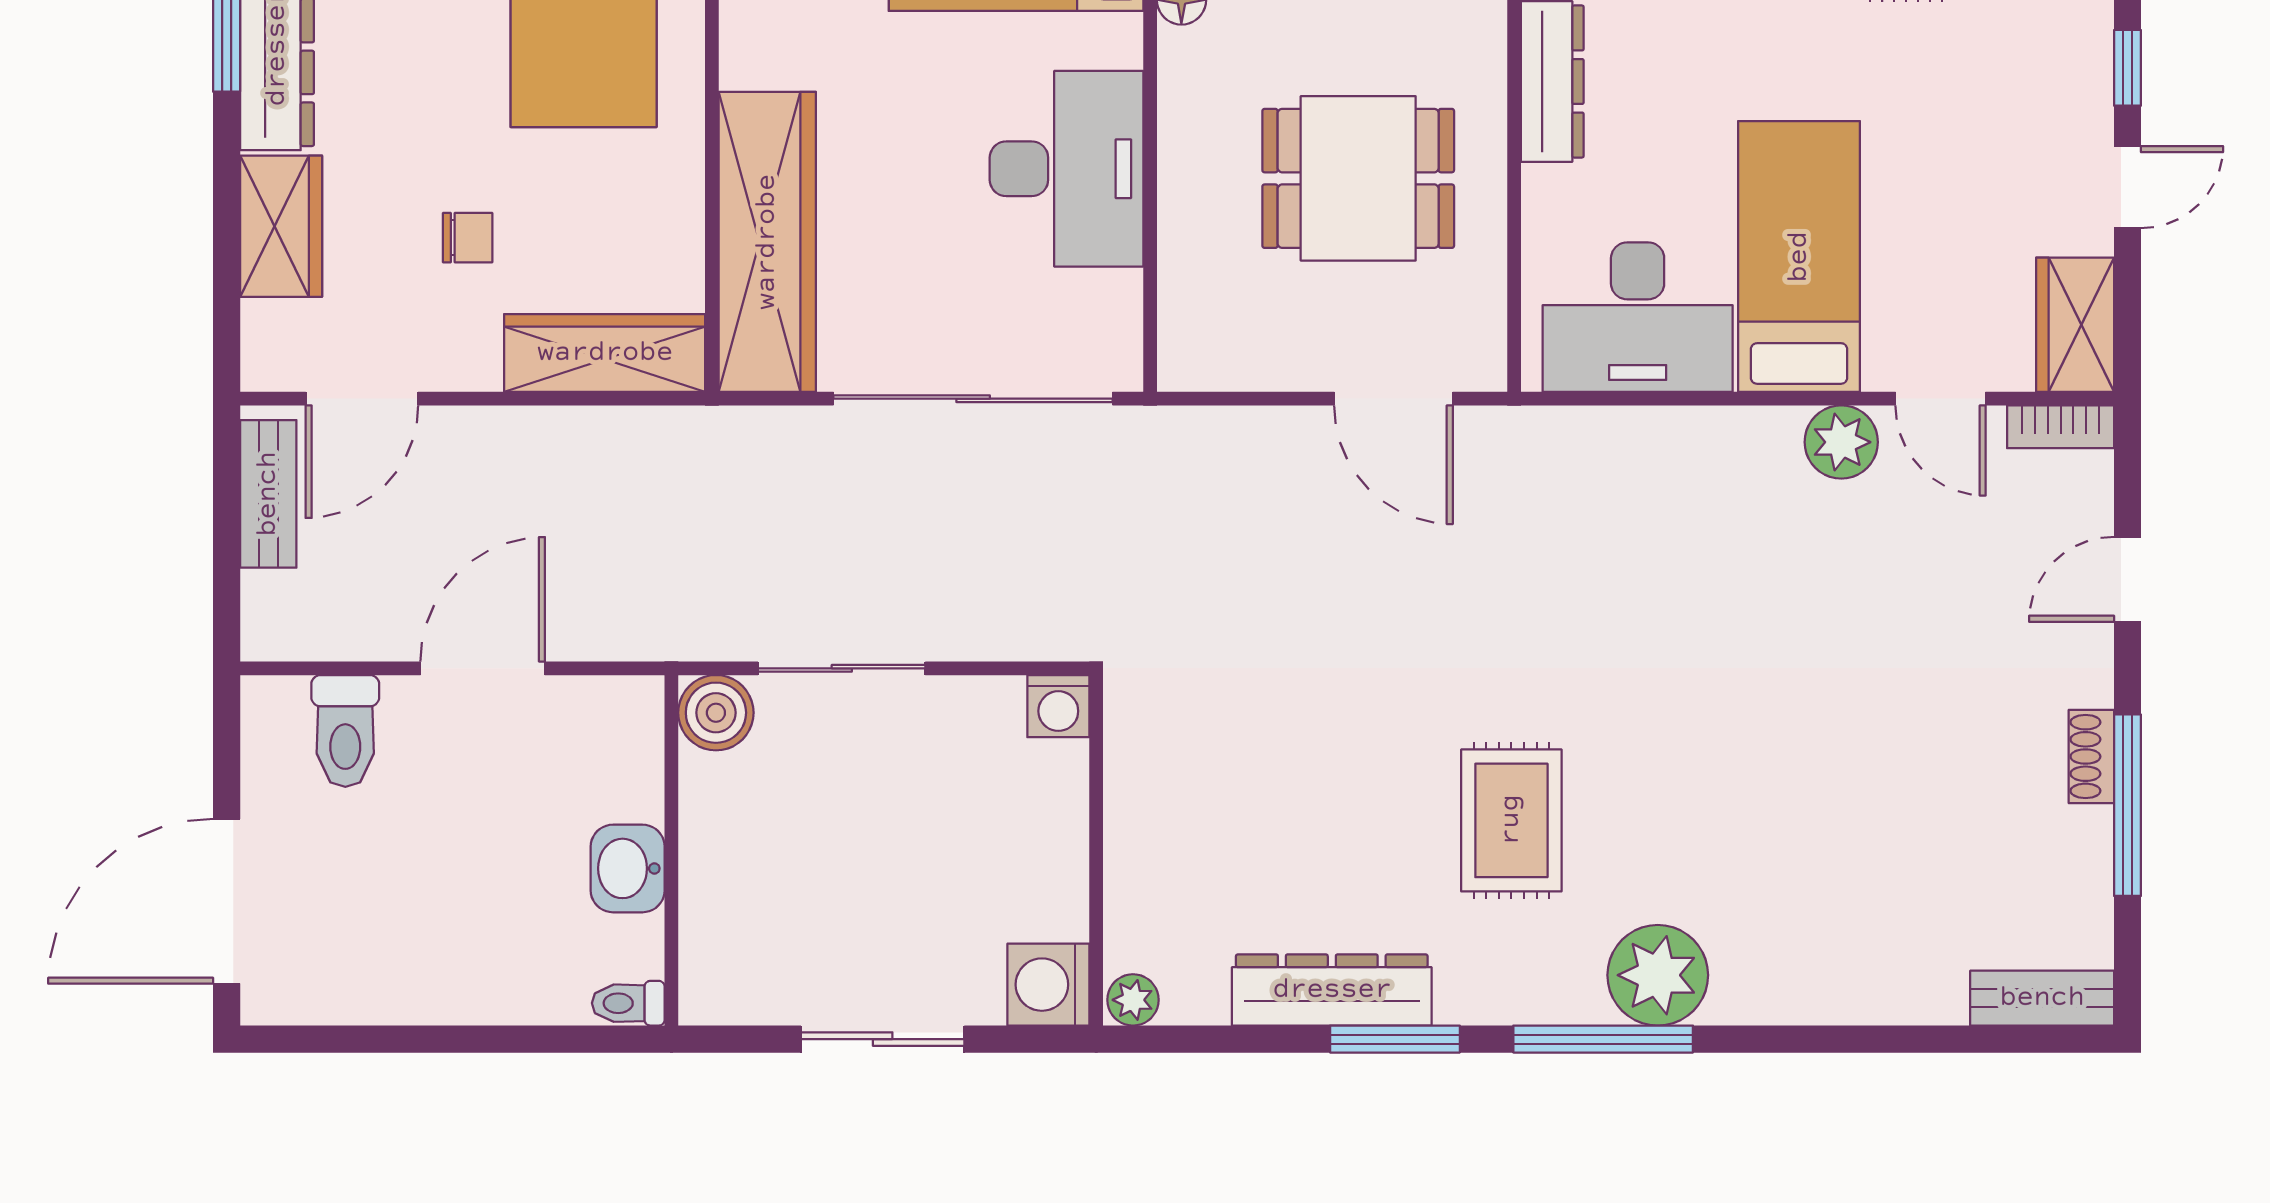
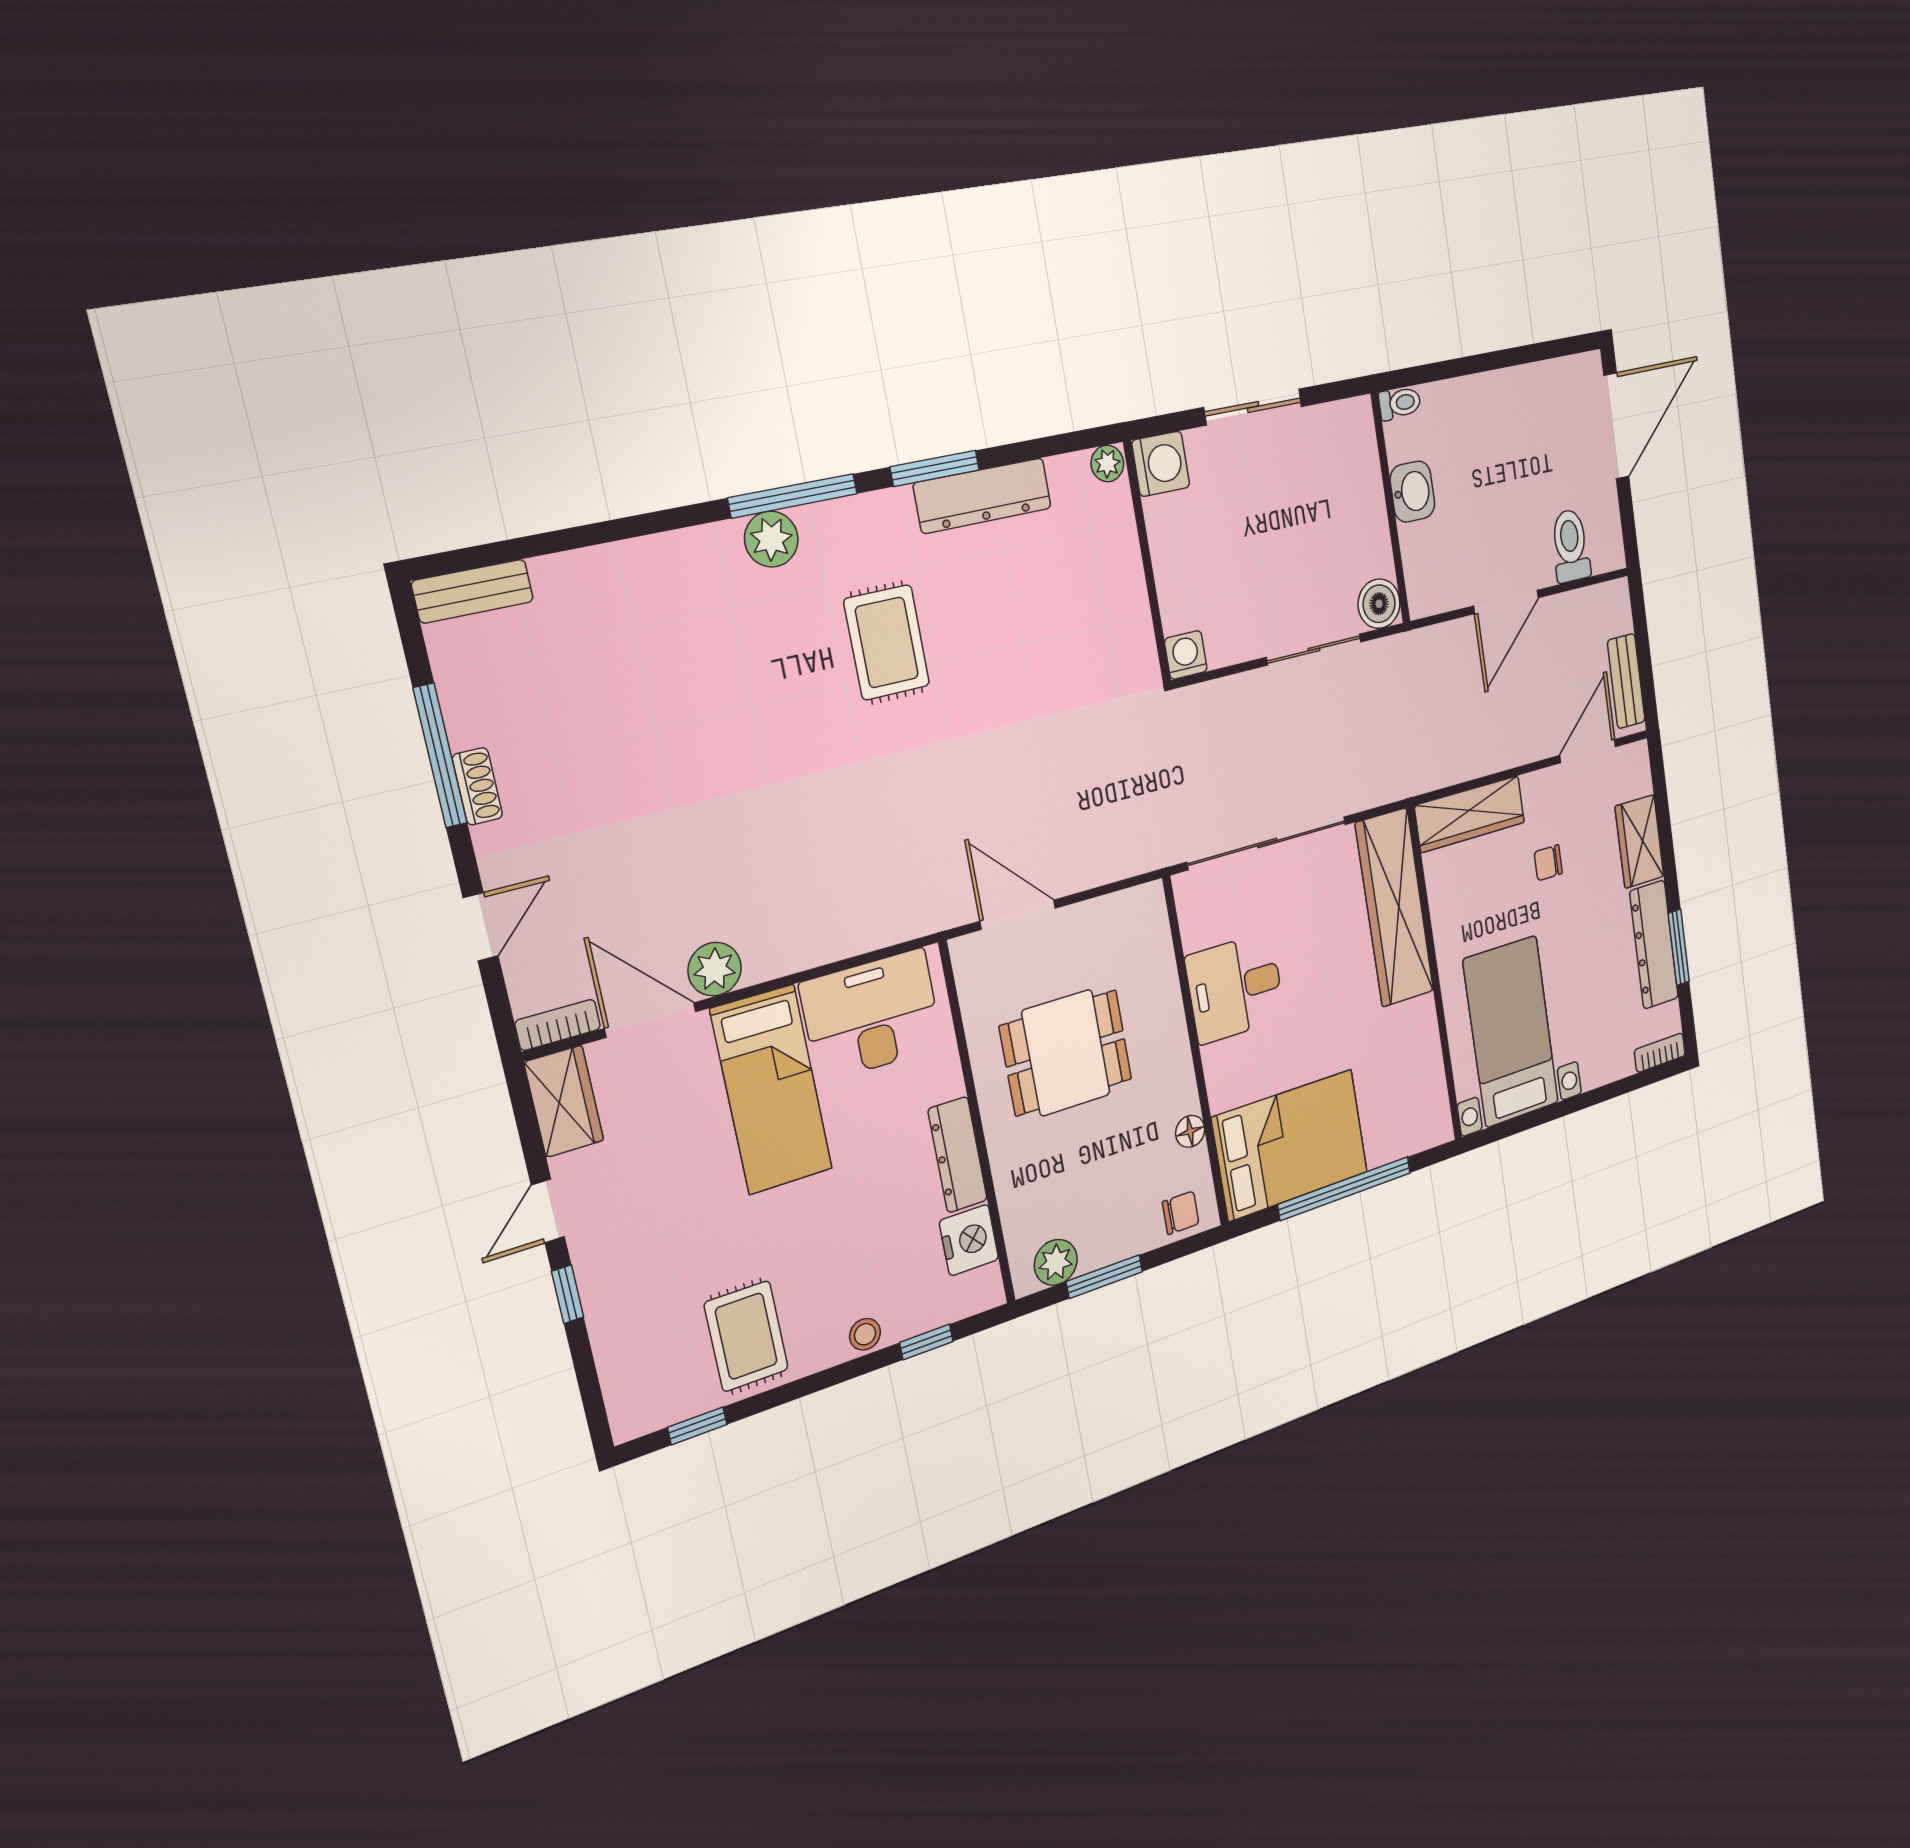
desk: (1067, 169) -> (1235, 988), width x0.73
door: (1941, 399) -> (650, 1020), width x1.38
plant: (1658, 975) -> (771, 539), width x0.73, depth x0.73

